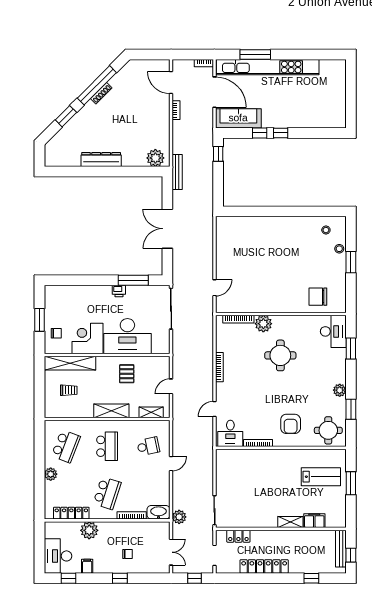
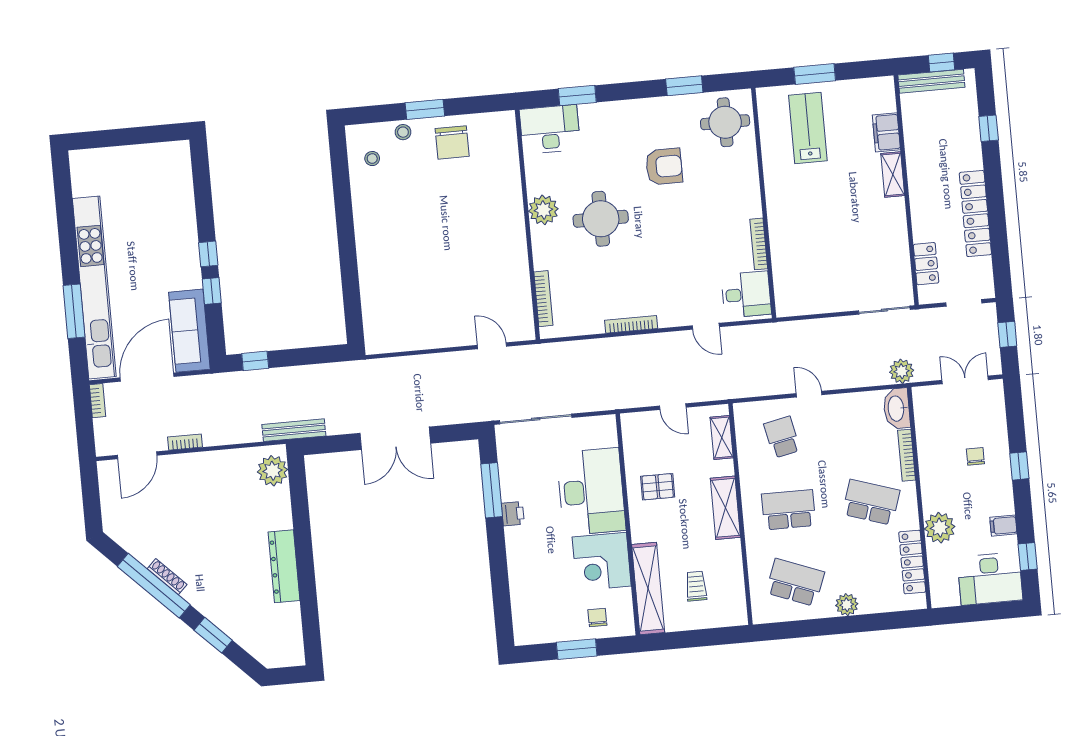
chair: (318, 297) -> (452, 142), moved
plant: (263, 324) -> (543, 210), moved
plant: (340, 390) -> (653, 109), removed
armchair: (291, 424) -> (664, 167), moved

